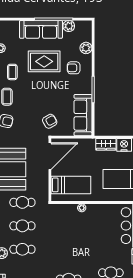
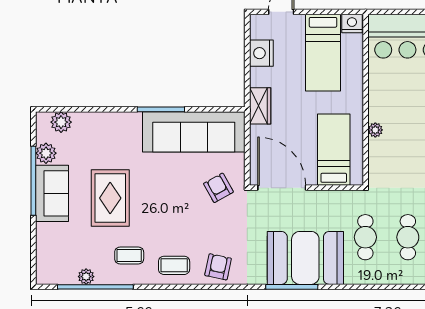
sofa: (41, 29) -> (52, 193), width x0.73
plant: (86, 48) -> (61, 122), moved
armchair: (74, 68) -> (122, 145), removed
sofa: (83, 115) -> (194, 132), width x1.36, depth x1.27
wardrobe: (106, 144) -> (260, 106), moved

